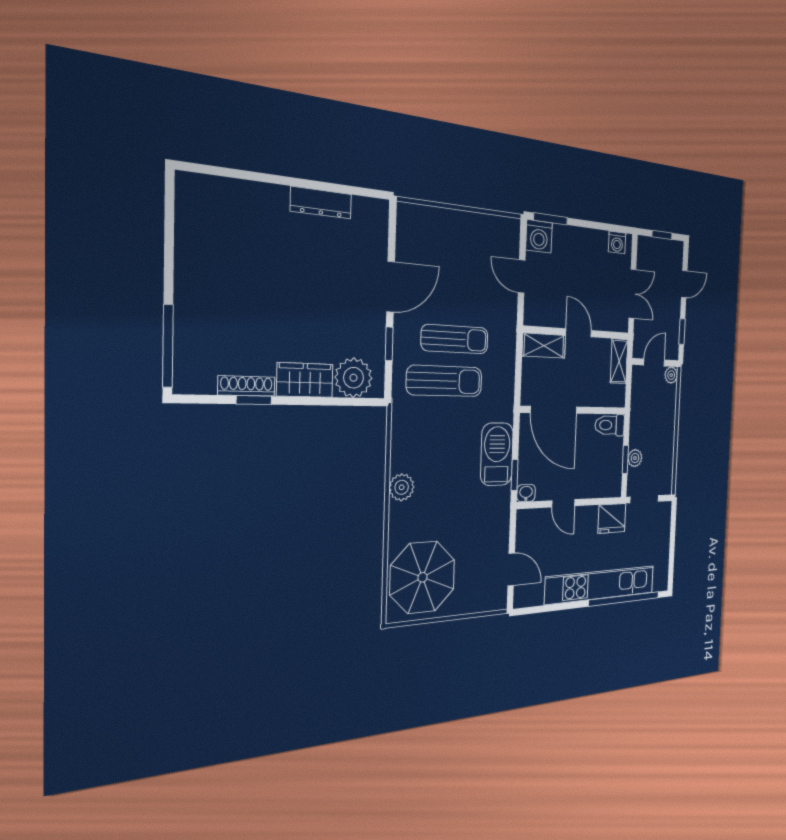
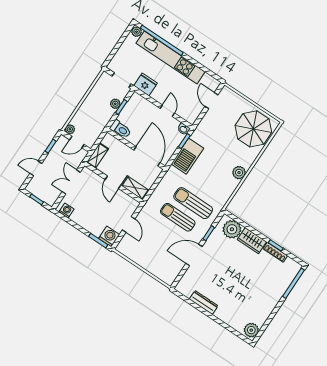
plant: (193, 194) -> (251, 330), added
plant: (660, 583) -> (137, 32), added

